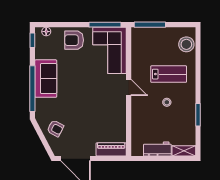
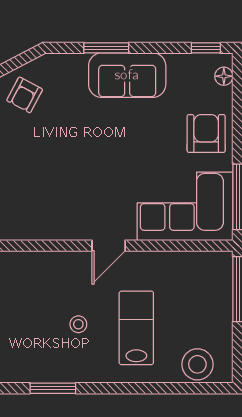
lab bench: (169, 74) -> (136, 328), turned 180
window: (32, 89) -> (106, 48), width x0.47

